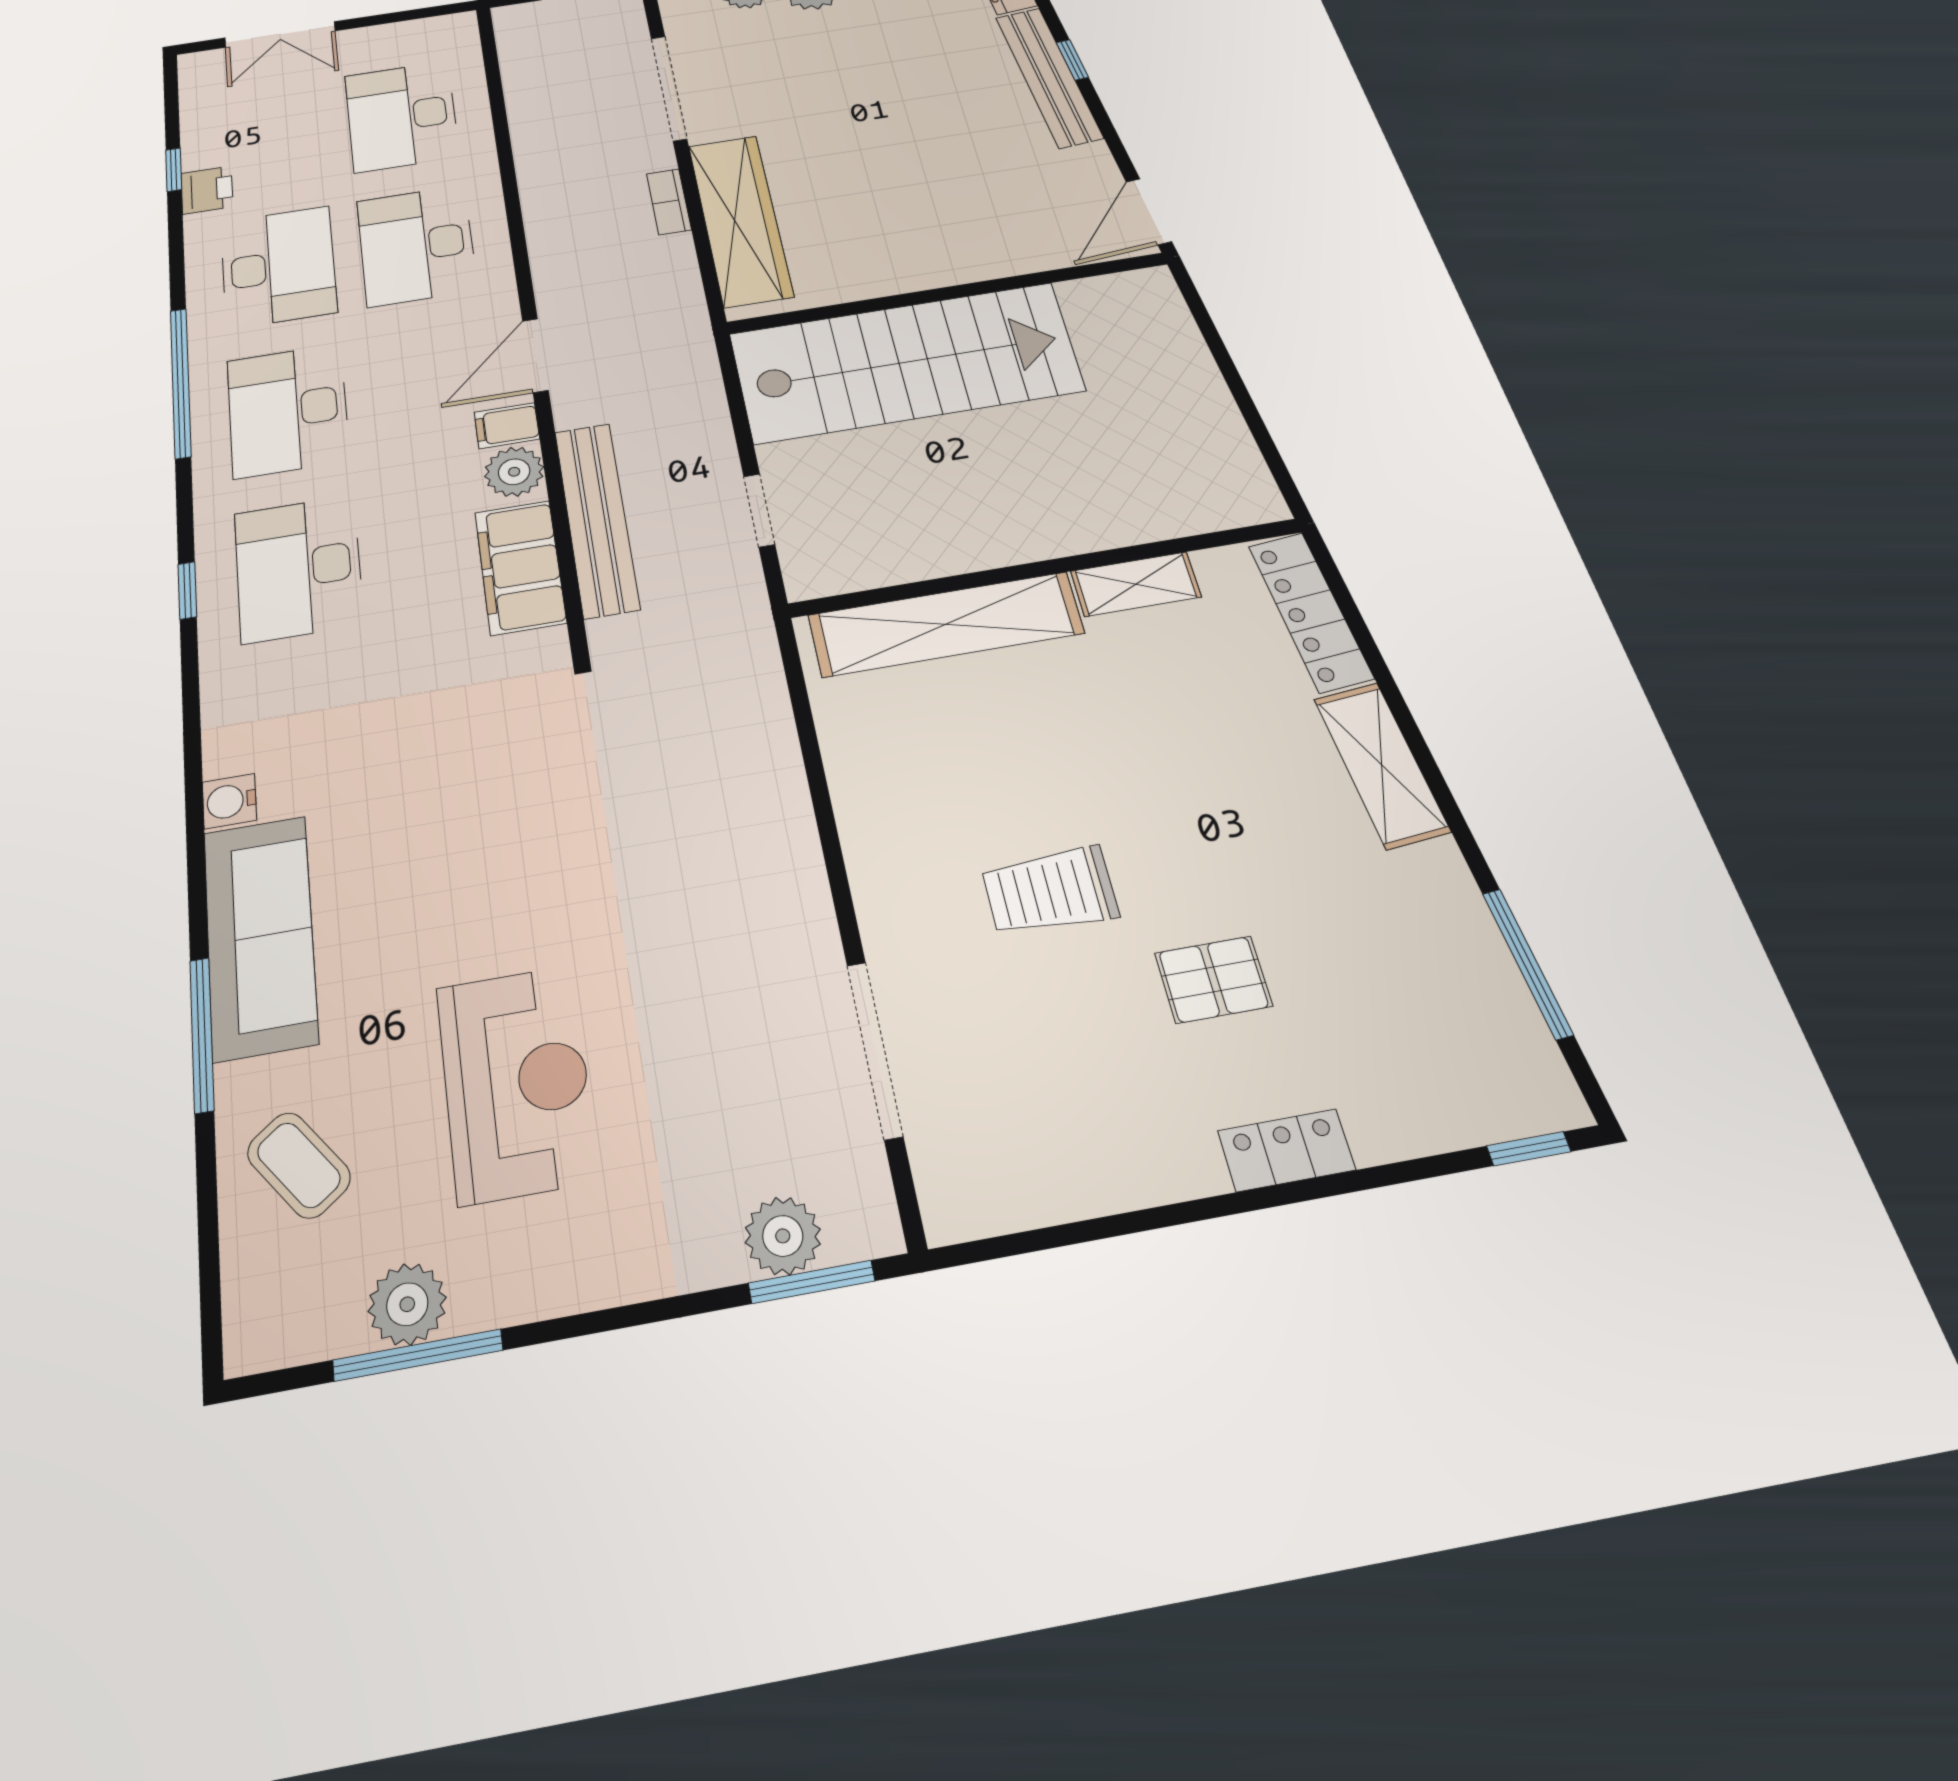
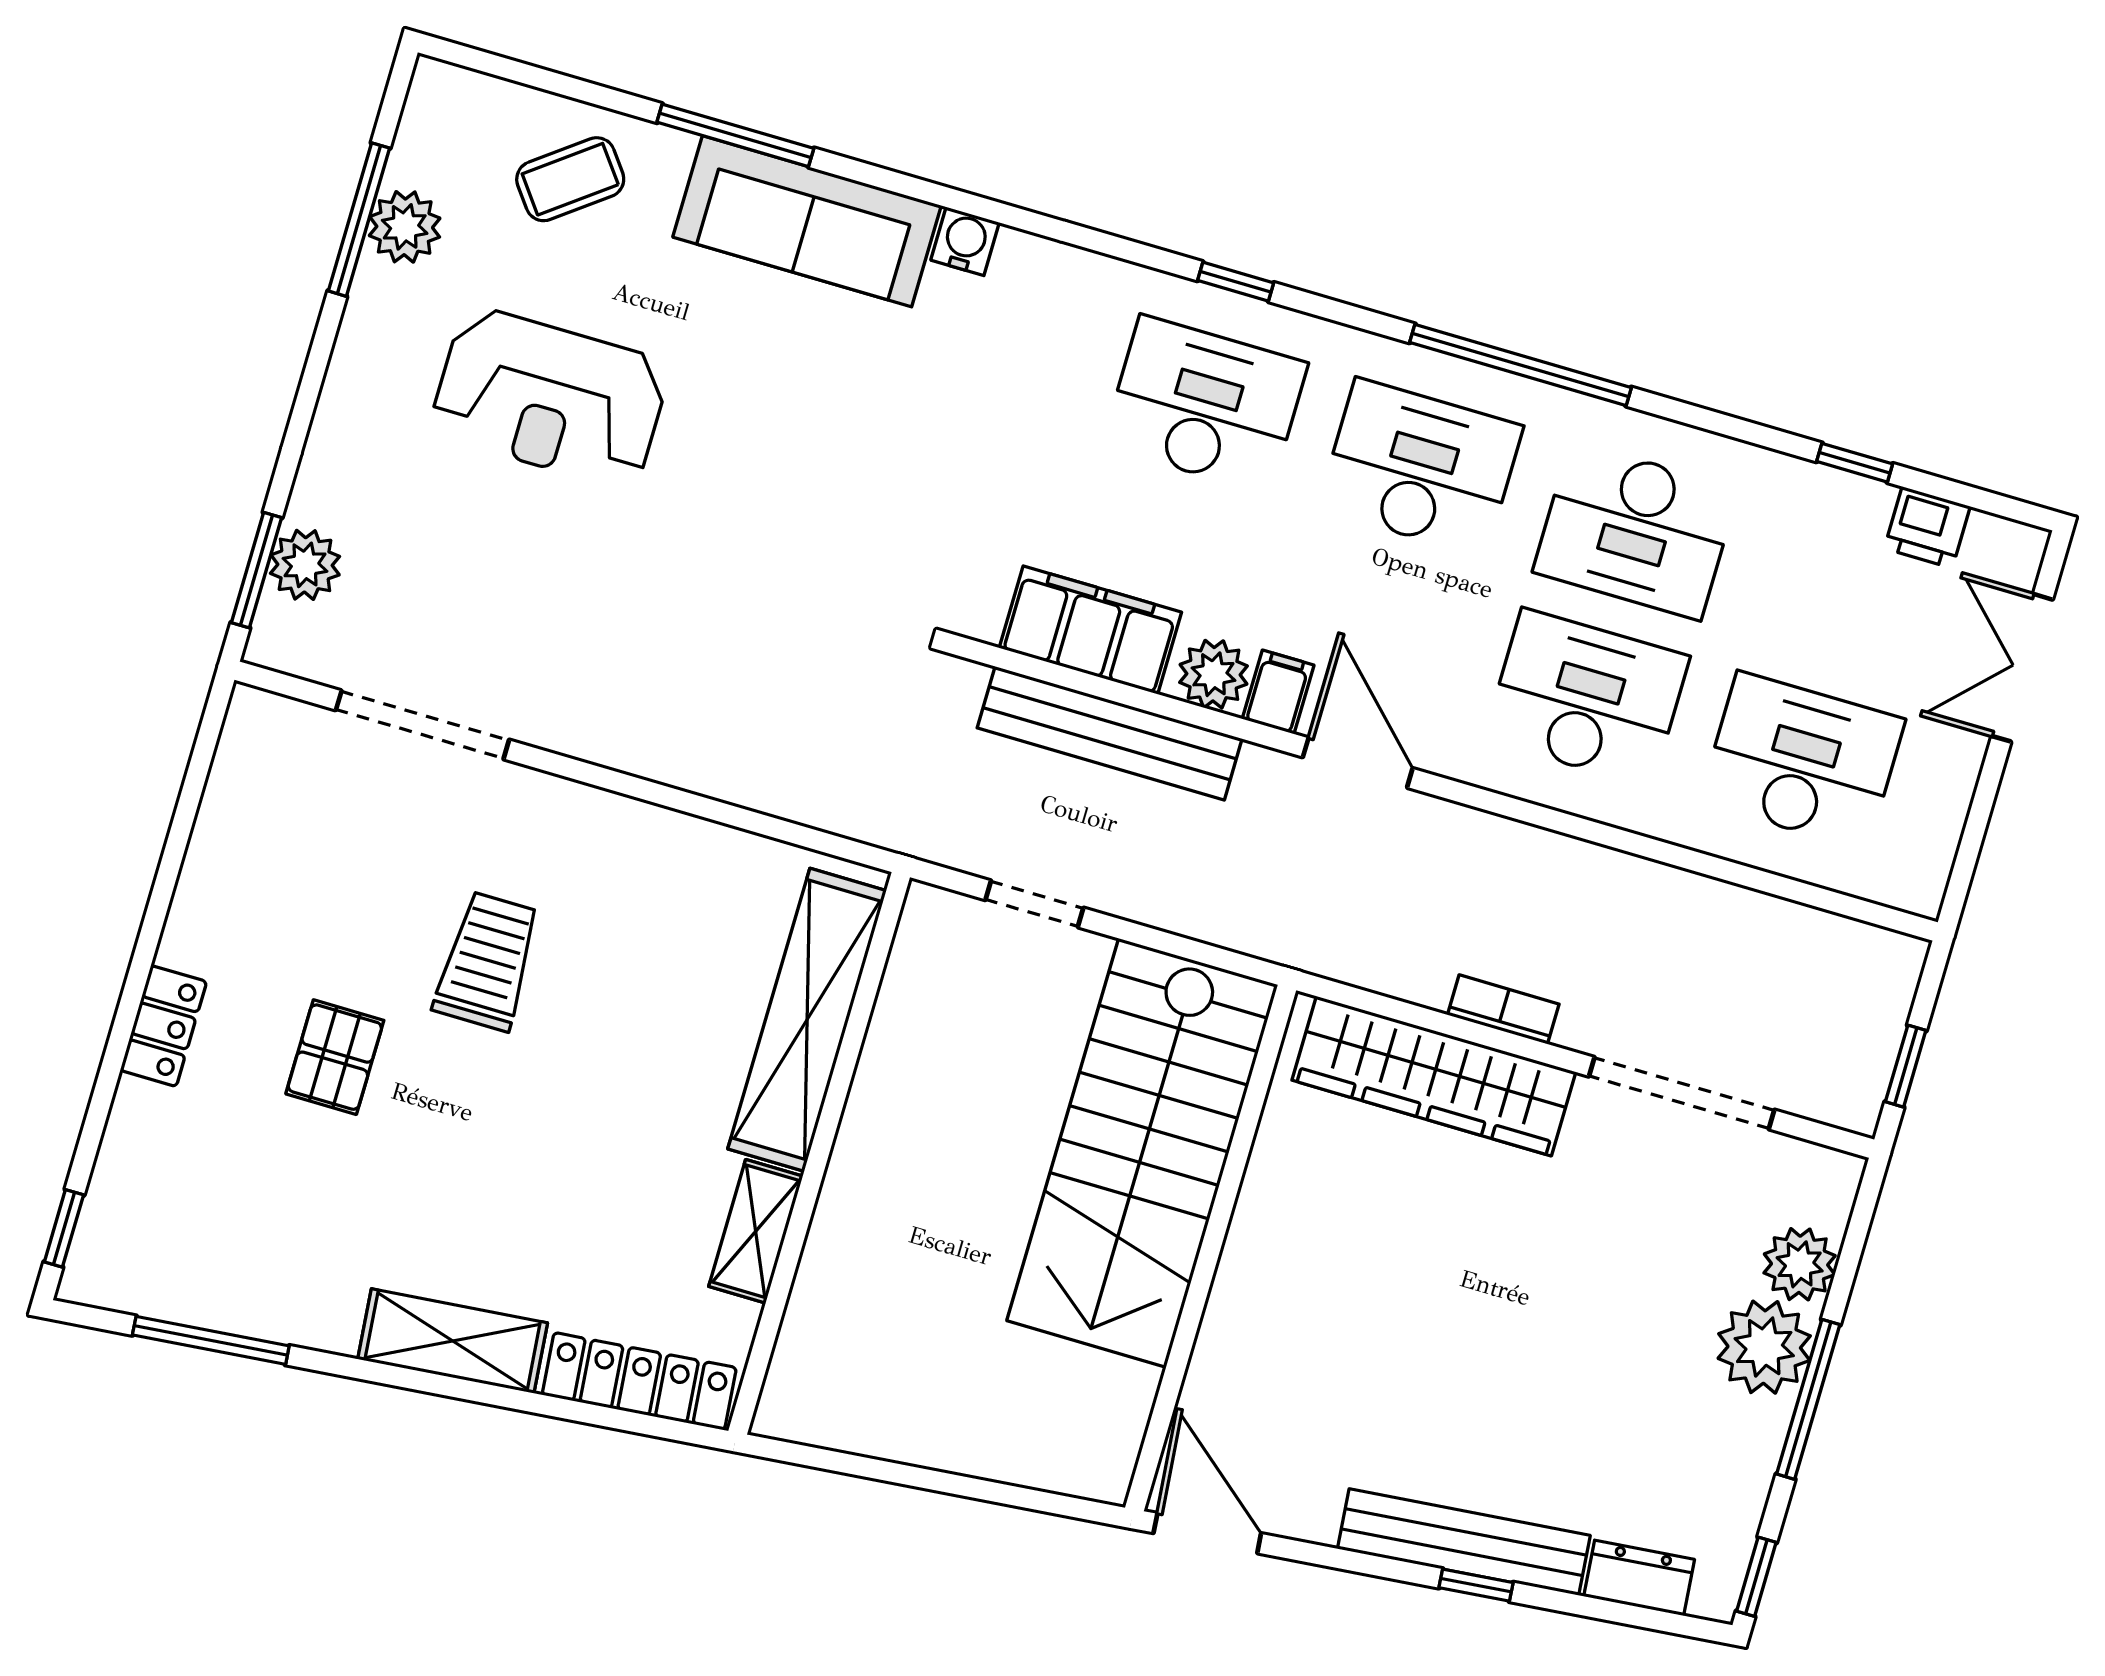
printer: (207, 190) -> (1927, 527), moved

